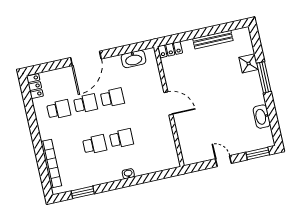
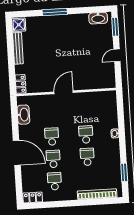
shower: (249, 63) -> (19, 25), moved
washbasin: (262, 117) -> (98, 18), moved

